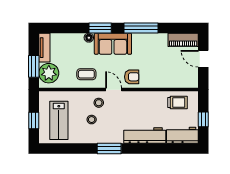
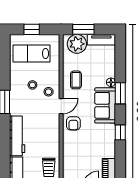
window: (141, 28) -> (120, 132), width x0.46

